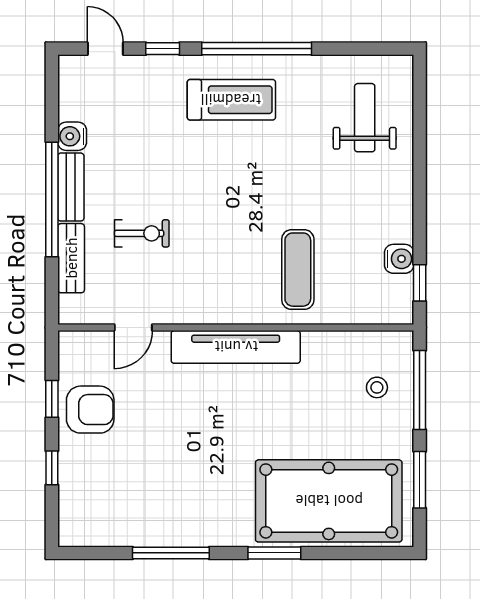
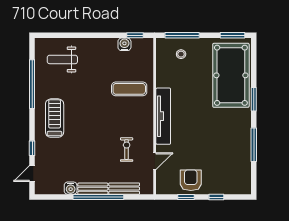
window: (257, 49) -> (32, 84), moved
exercise bike: (142, 233) -> (127, 150), moved
door: (133, 327) -> (155, 161), hinge flipped
window: (420, 480) -> (232, 35), moved

